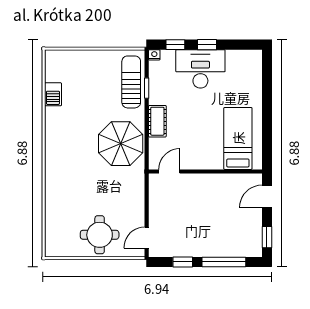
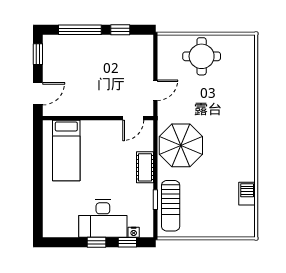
nightstand: (154, 55) -> (134, 232), moved
door: (147, 238) -> (155, 90), moved

